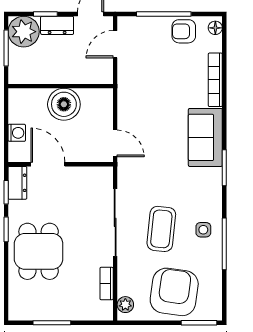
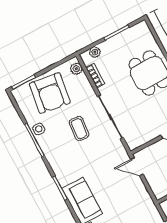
coffee table: (161, 229) -> (79, 128), width x0.73, depth x0.77
side table: (203, 230) -> (39, 129), moved
plant: (91, 313) -> (95, 52), added

